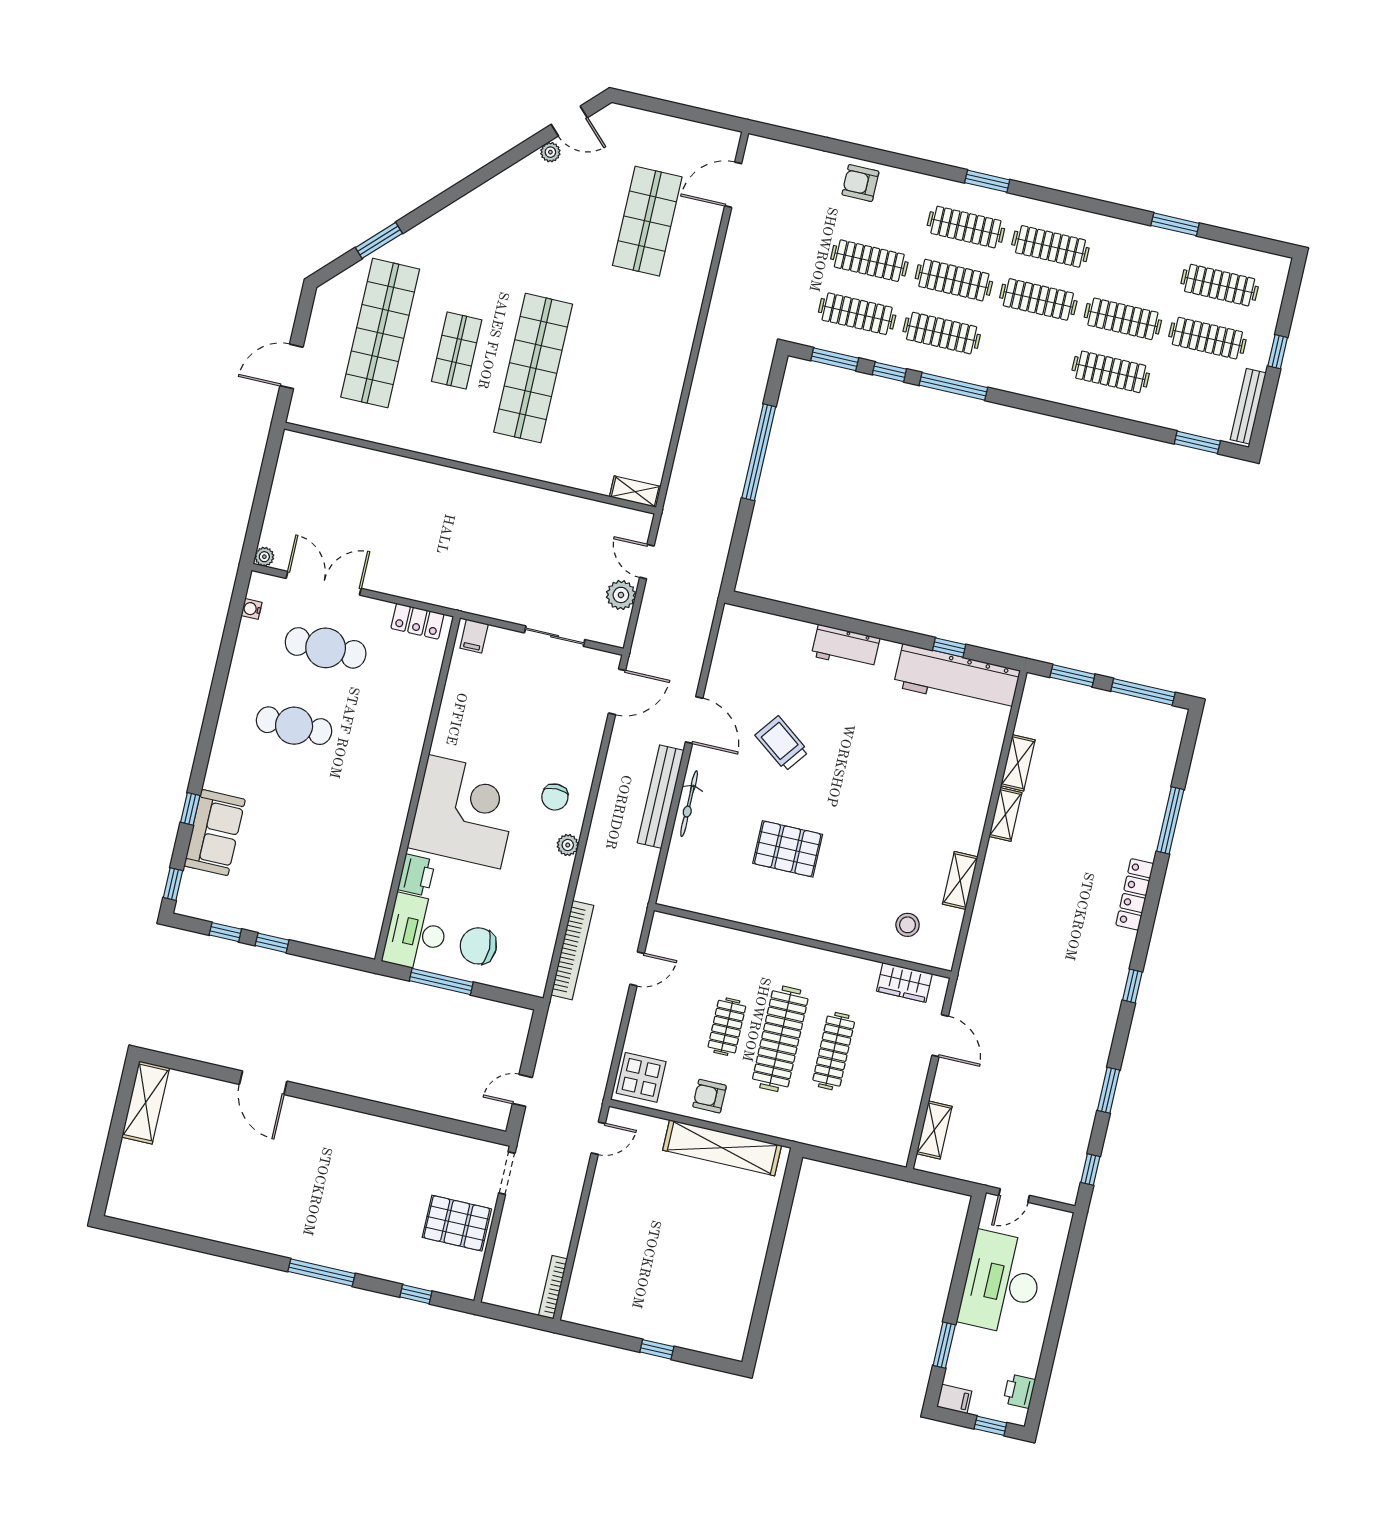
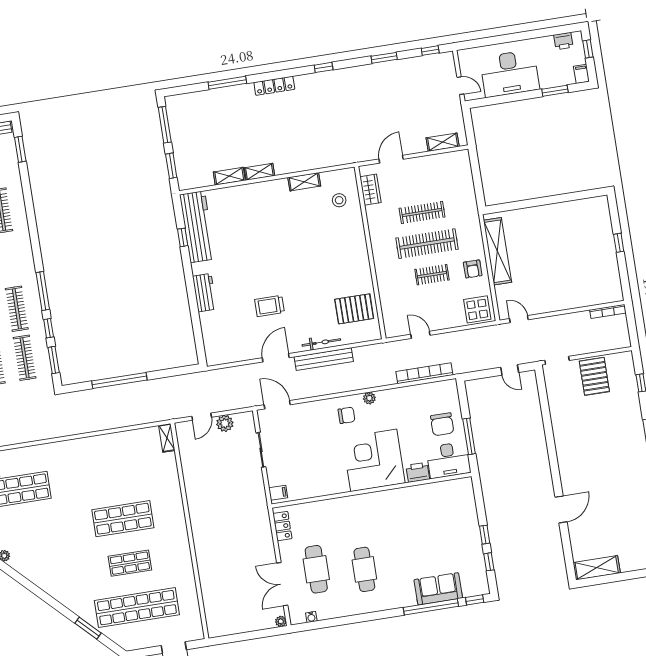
shop shelf: (533, 368) -> (123, 519), width x0.71
trolley: (782, 743) -> (269, 306), turned 53
window: (190, 809) -> (431, 607), width x3.17
pallet: (788, 849) -> (354, 309), moved, turned 90

